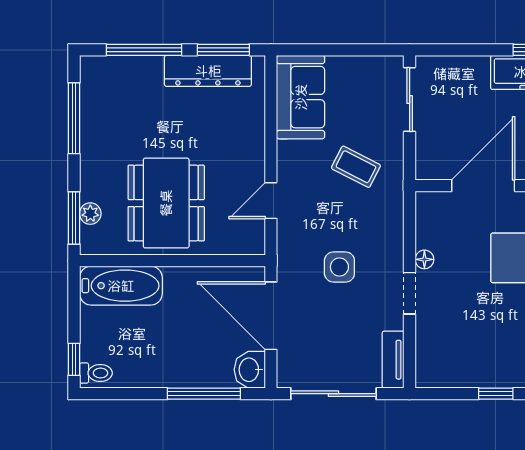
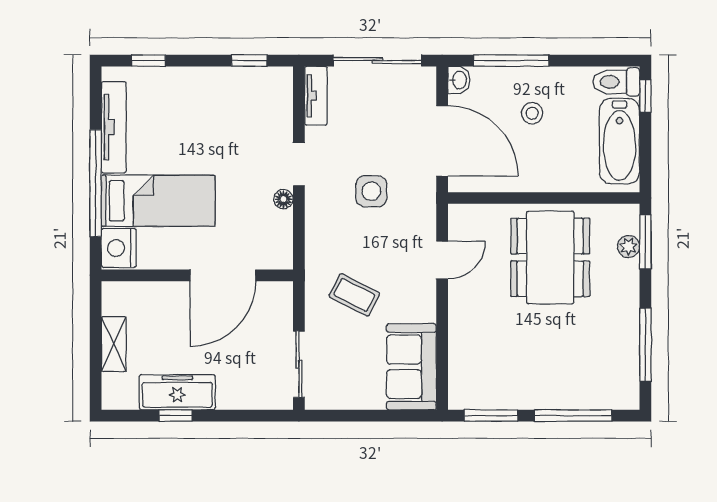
dresser: (208, 71) -> (507, 394), removed
bathtub: (121, 286) -> (620, 141), moved, turned -90
stool: (184, 343) -> (532, 113), added
washbasin: (250, 370) -> (459, 80), width x0.72, depth x0.69
toilet: (96, 373) -> (616, 82), width x1.37, depth x1.39
window: (496, 394) -> (249, 61), moved

